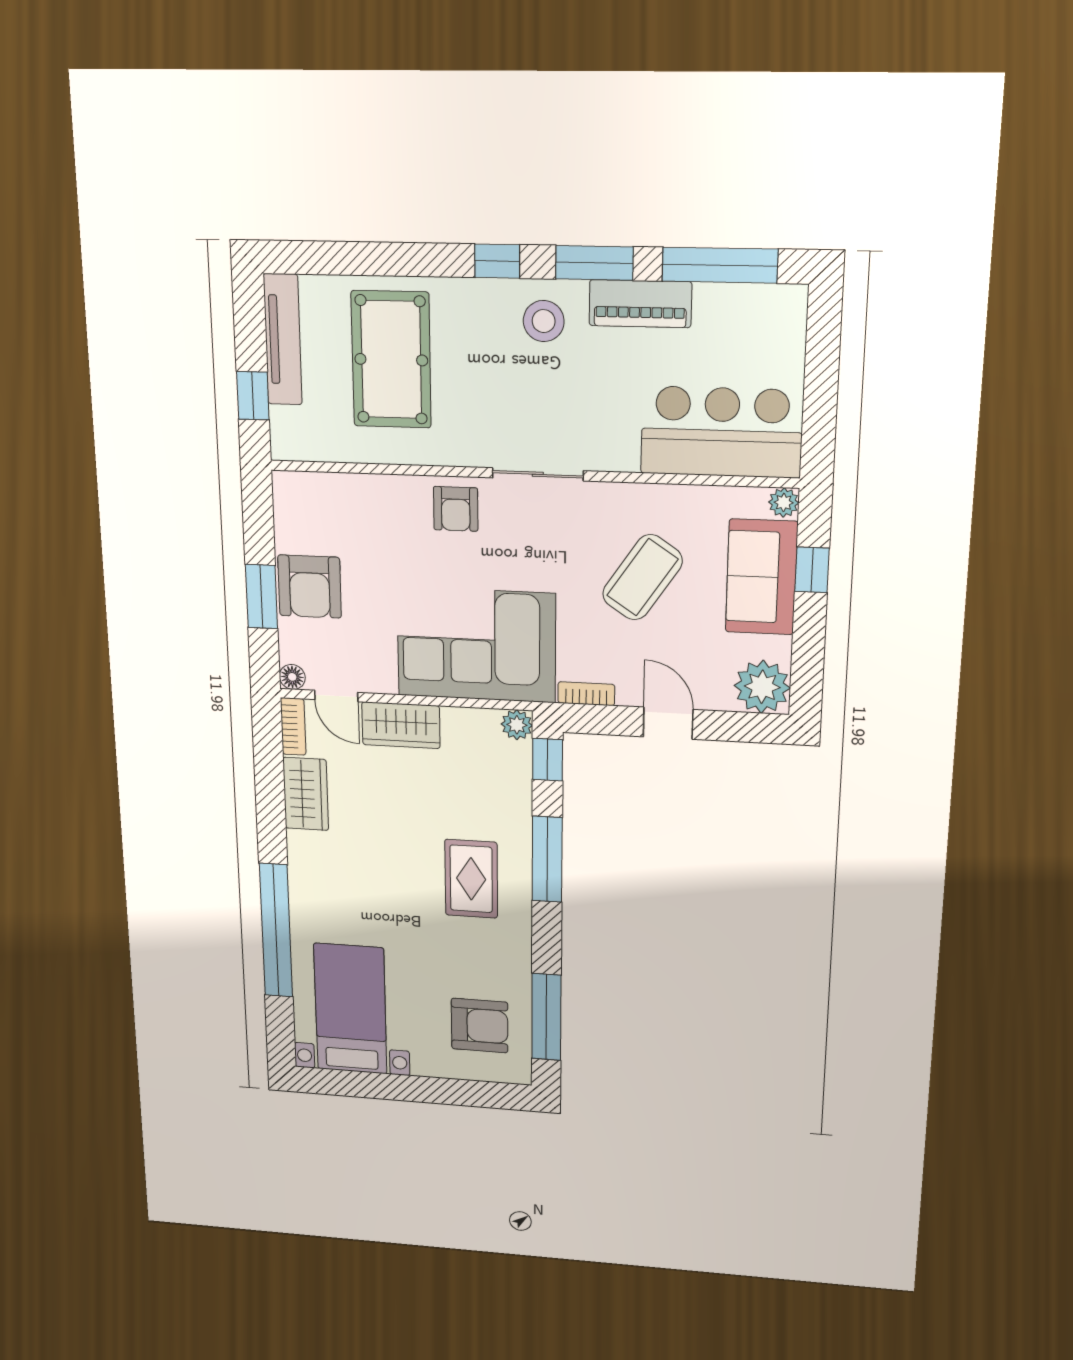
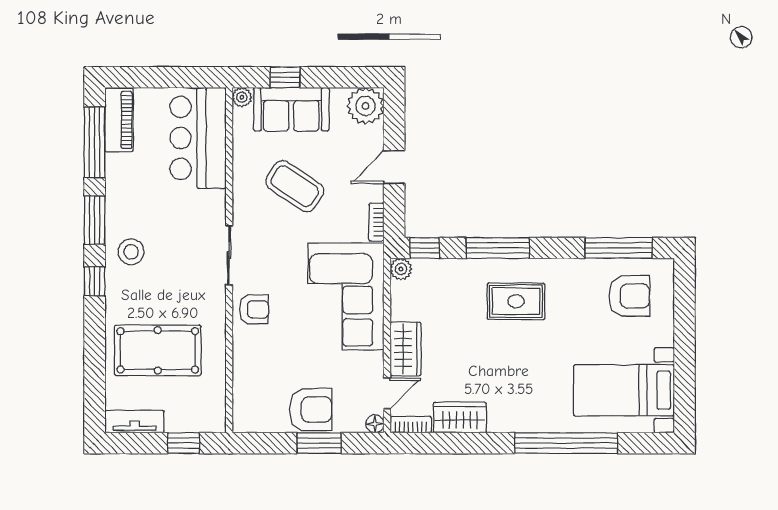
piano: (640, 304) -> (119, 120), moved
tv unit: (283, 340) -> (134, 422), width x0.71
armchair: (480, 1026) -> (629, 296), turned 90

